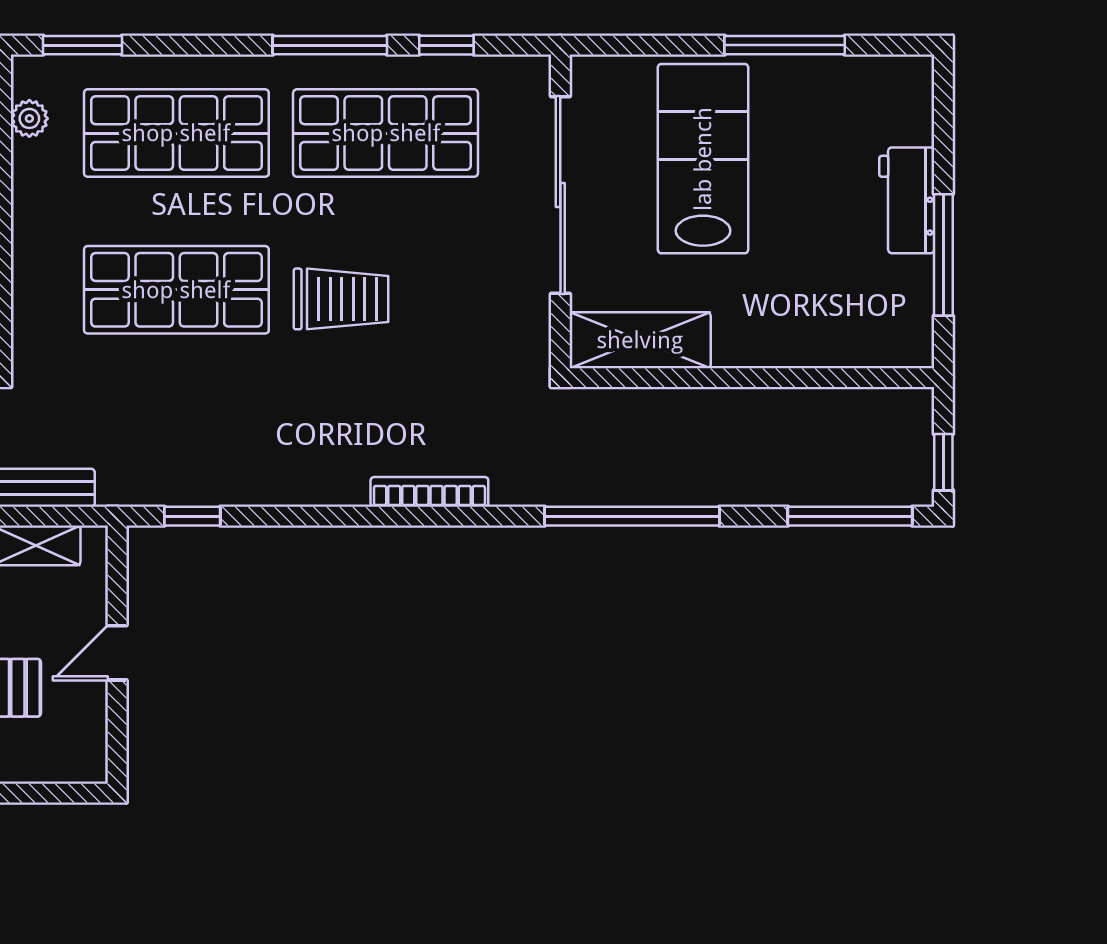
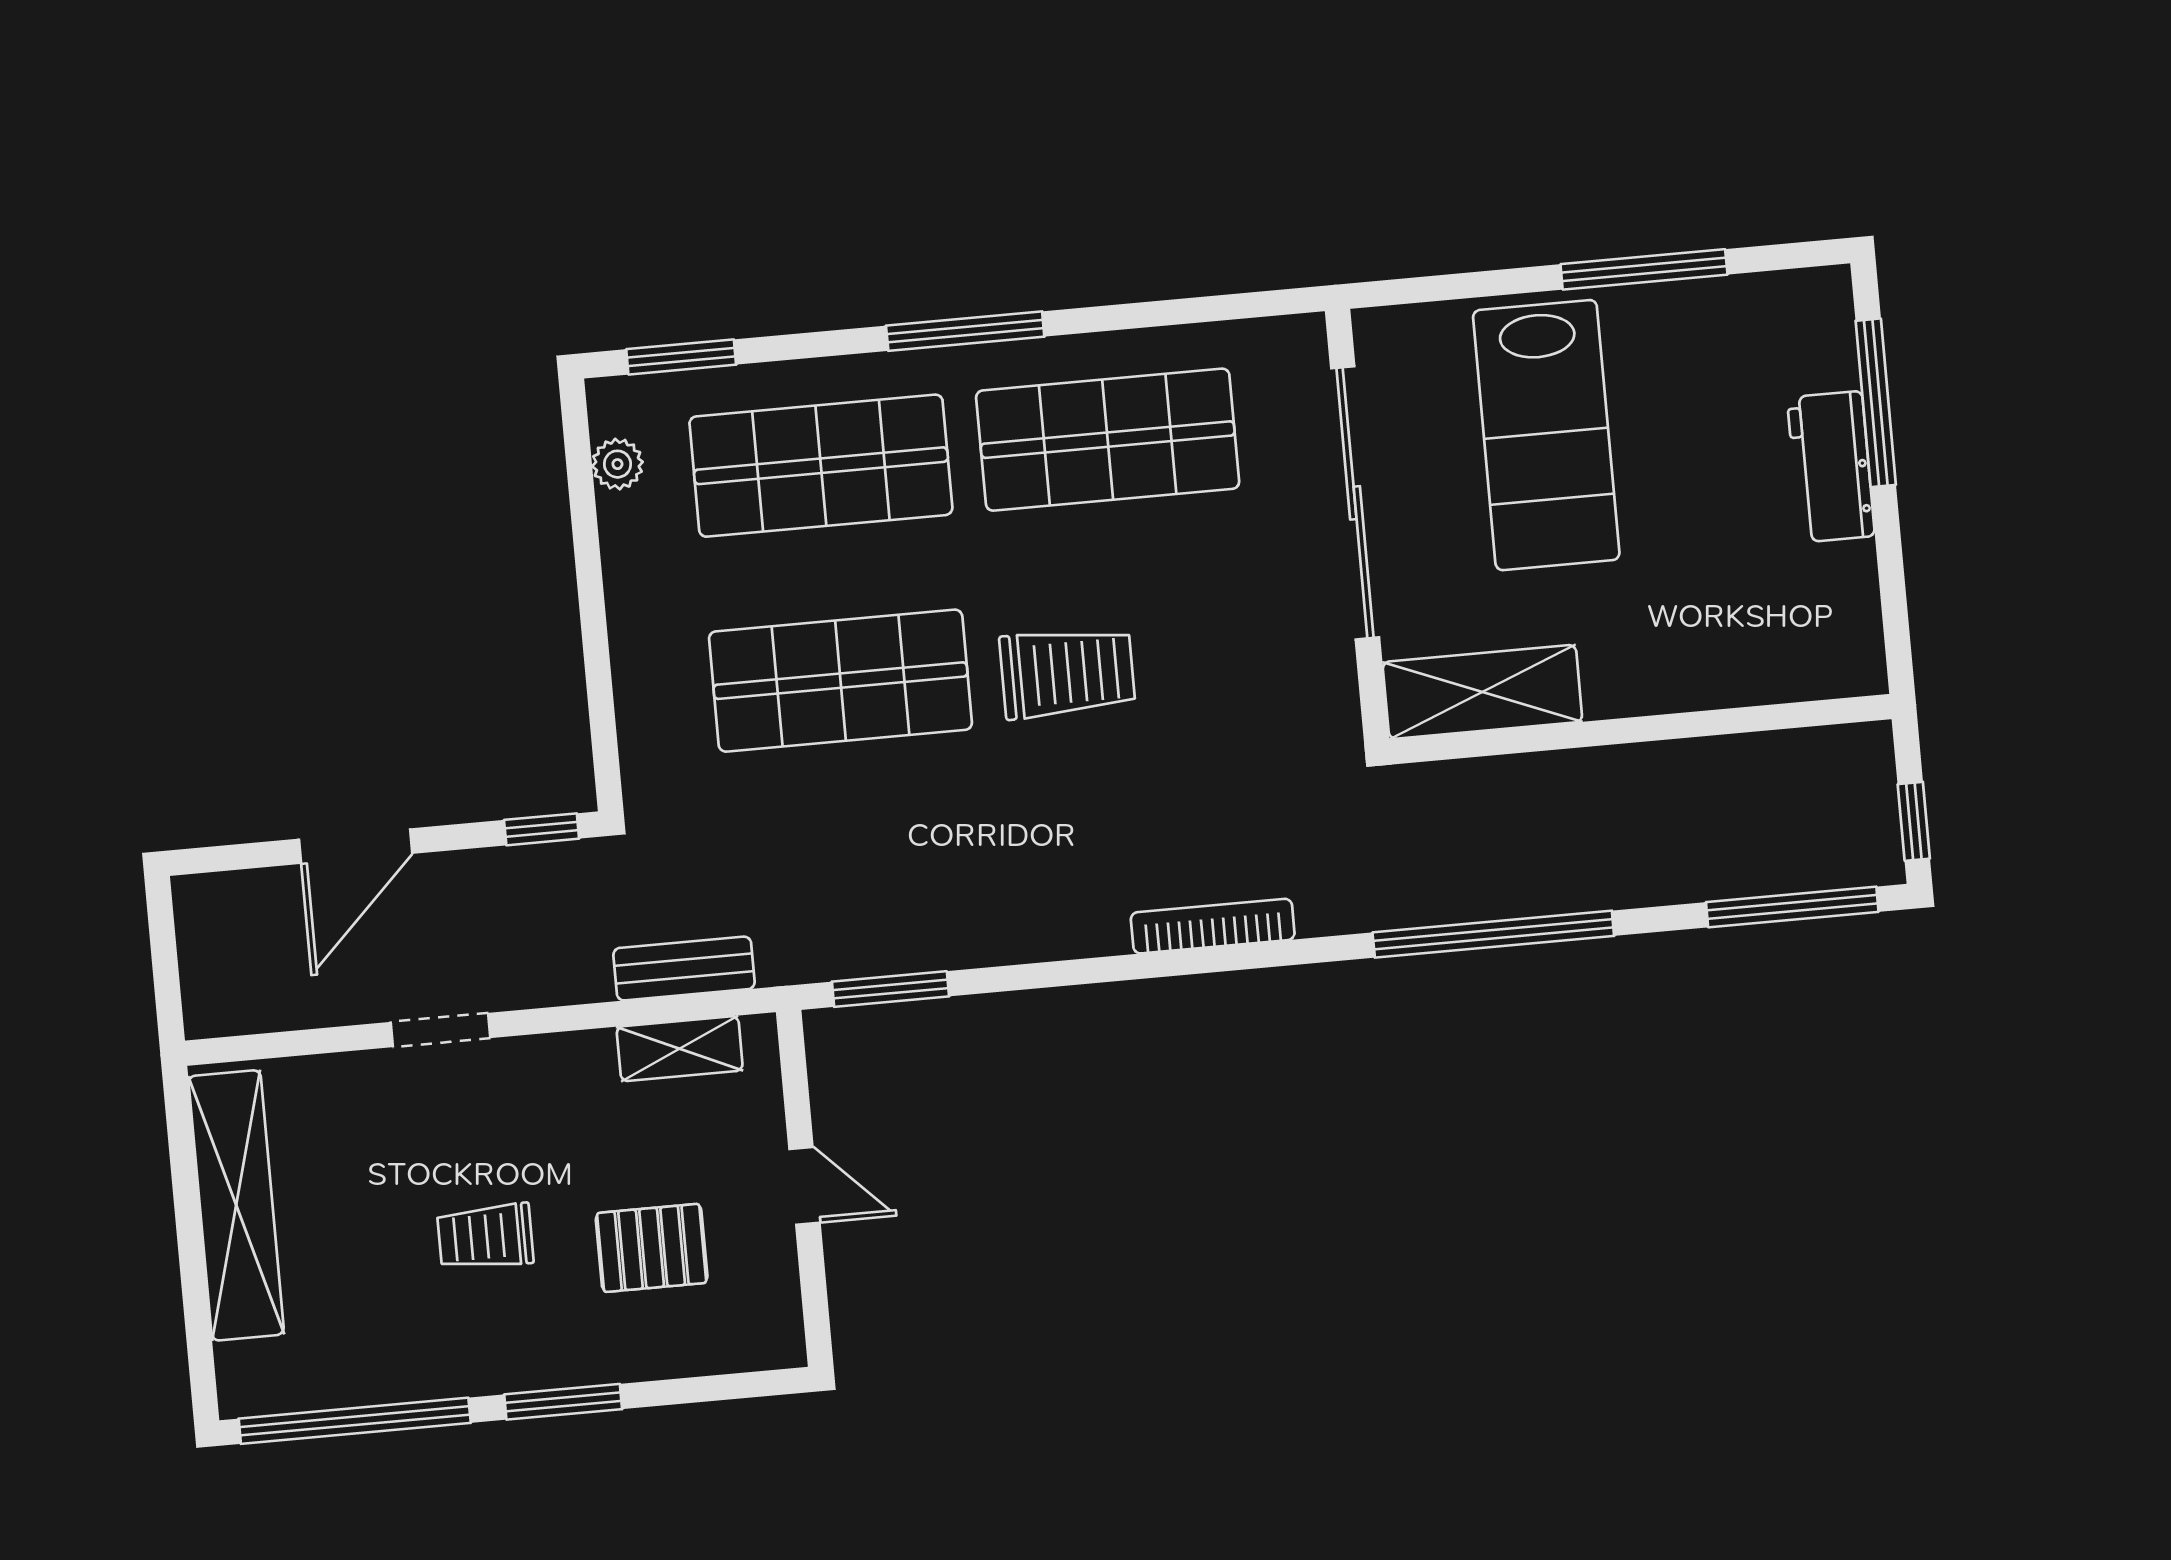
window: (330, 45) -> (965, 331), moved
window: (446, 45) -> (1180, 312), removed
lab bench: (703, 159) -> (1546, 435), turned 180
window: (943, 255) -> (1876, 403), moved
window: (192, 516) -> (890, 989), width x1.50
door: (117, 653) -> (804, 1186), swing flipped

